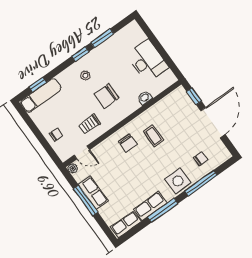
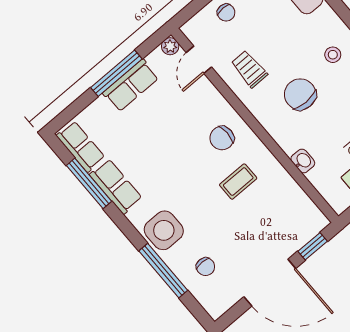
window: (163, 210) -> (89, 183), moved

